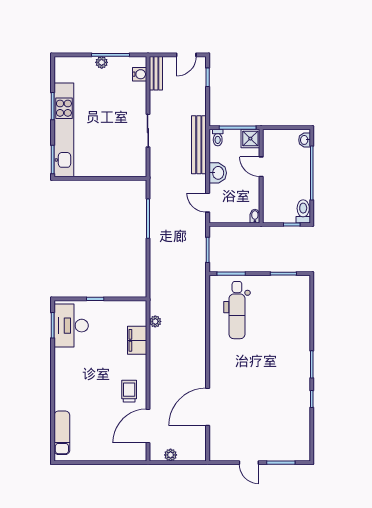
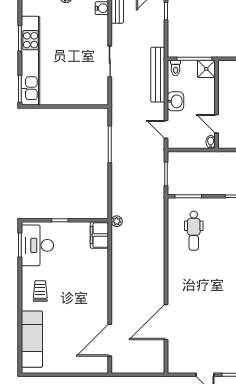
door: (261, 167) -> (217, 124), moved
dental chair: (237, 310) -> (194, 231), width x0.73, depth x0.72
plant: (155, 321) -> (117, 221), moved
filing cabinet: (137, 340) -> (99, 235), moved
trolley: (129, 391) -> (40, 291), moved
exam couch: (62, 433) -> (32, 339), width x1.36, depth x1.45
plant: (171, 455) -> (131, 367), removed

